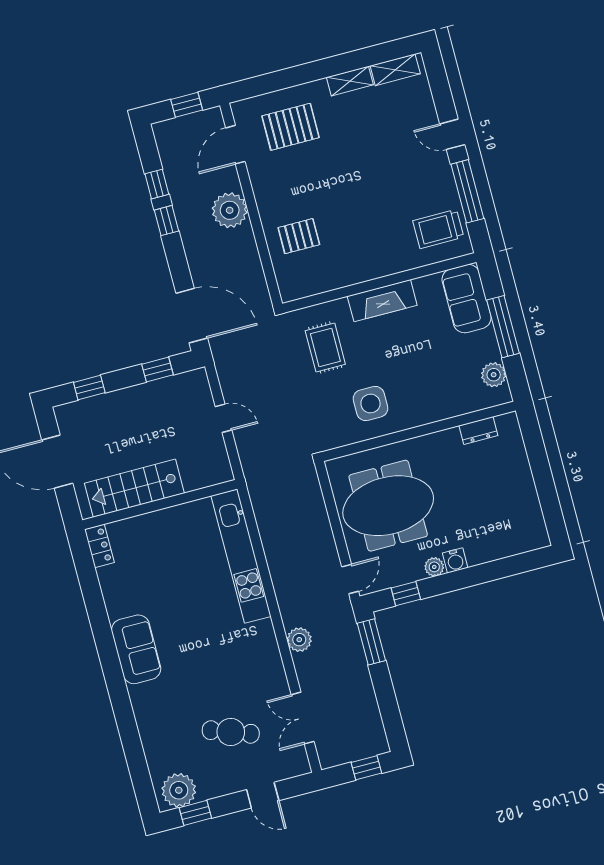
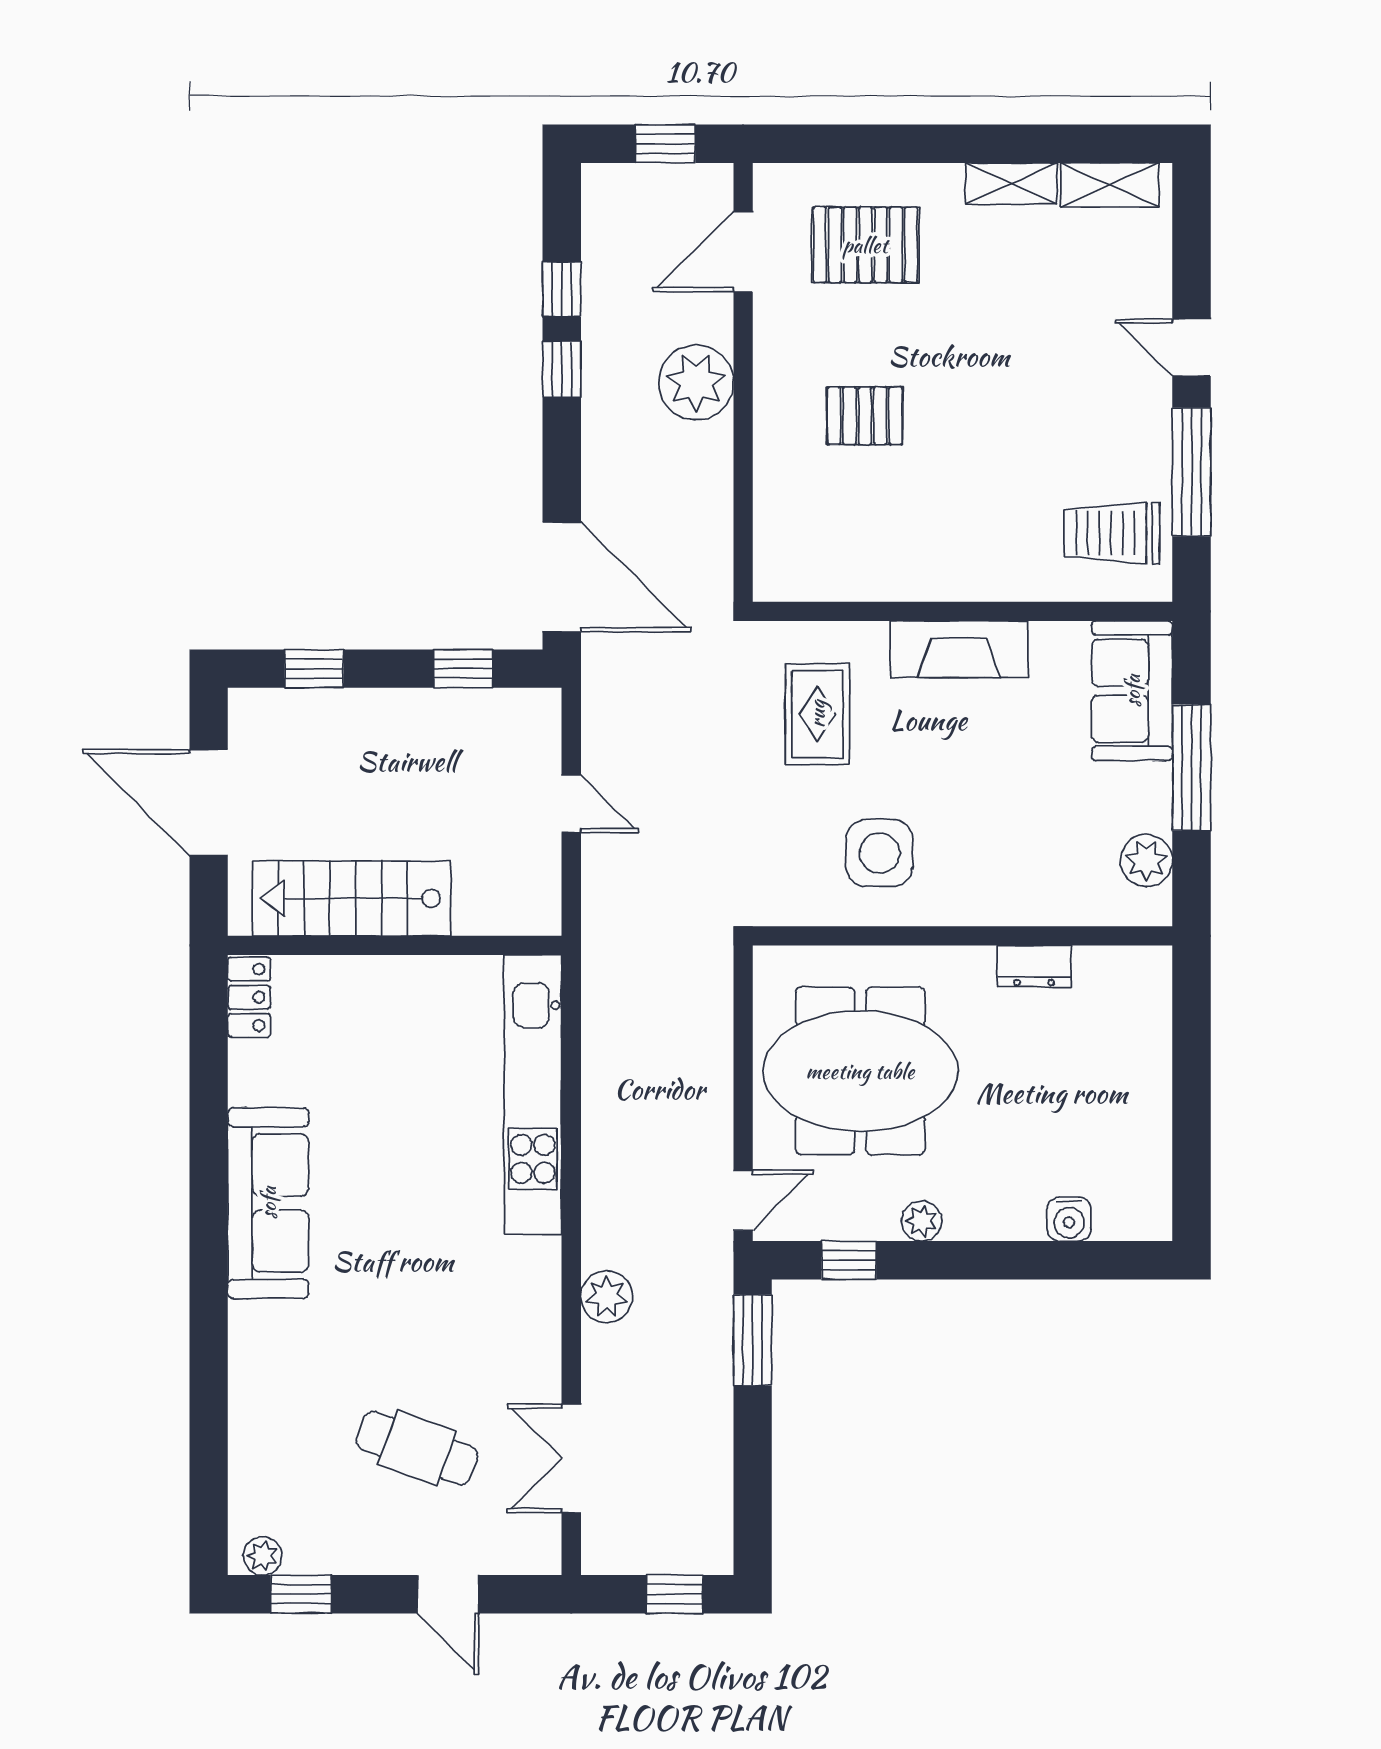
pallet: (299, 236) -> (865, 416), moved
dresser: (478, 431) -> (1034, 966), moved
water cooler: (455, 560) -> (1069, 1219), moved
sofa: (136, 649) -> (268, 1203), width x1.36
plant: (179, 790) -> (263, 1556), width x0.53, depth x0.53

